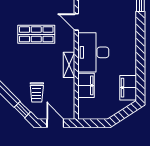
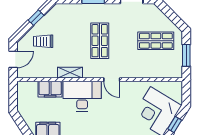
door: (76, 22) -> (112, 80), swing flipped
window: (22, 110) -> (36, 18), moved

